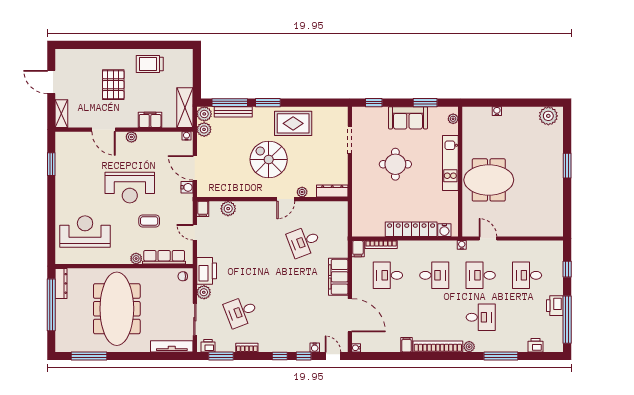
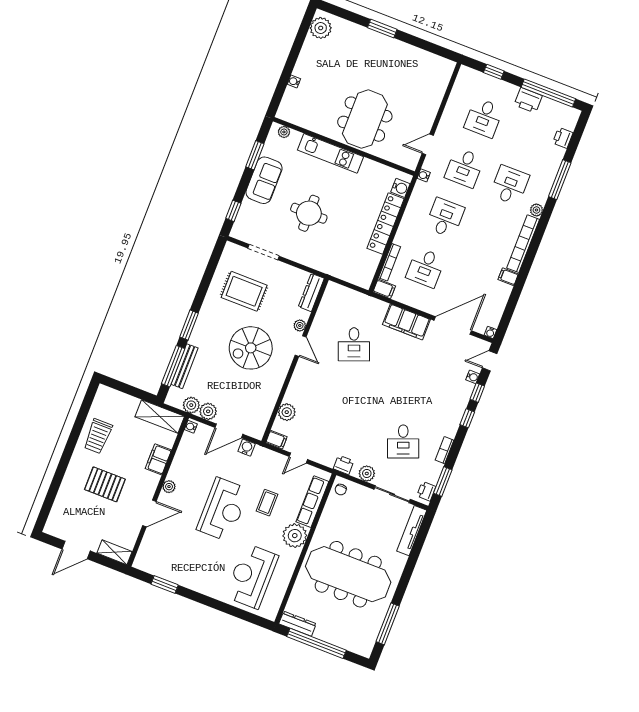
plant: (204, 114) -> (208, 411), moved
rug: (293, 123) -> (244, 291), moved, turned 90
plant: (136, 259) -> (295, 536), width x1.87, depth x1.87
printer: (207, 271) -> (344, 465), width x0.53, depth x0.68

